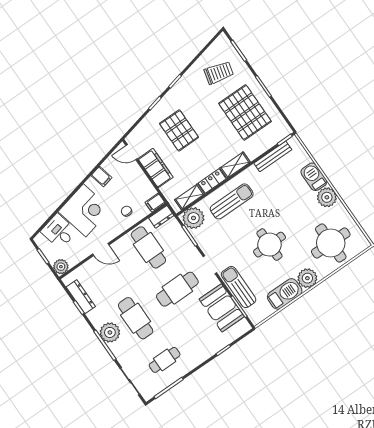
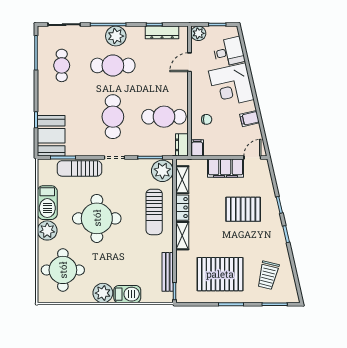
round table: (269, 245) -> (97, 218), width x1.36, depth x1.36
door: (101, 250) -> (190, 62), moved
sun lounger: (239, 287) -> (79, 168), turned 180
booth: (222, 308) -> (51, 136), moved, turned 90

